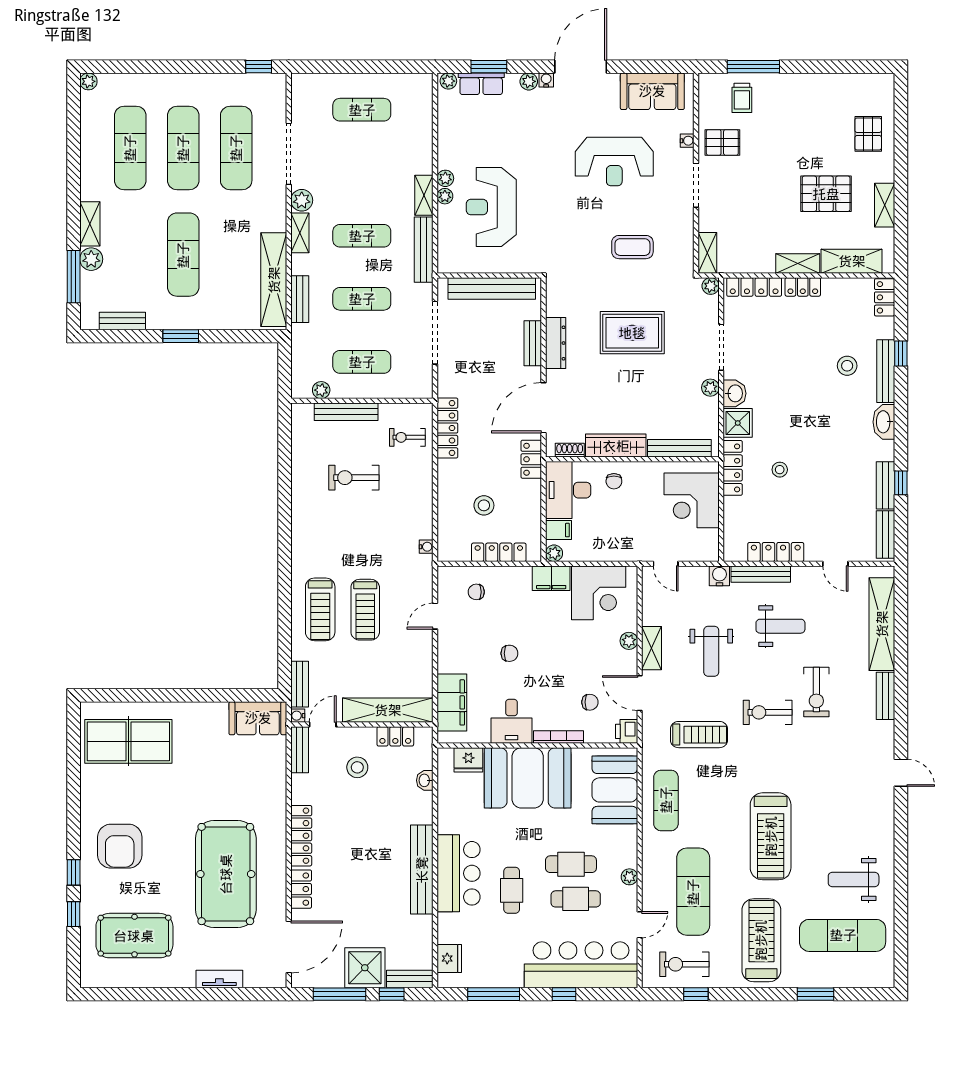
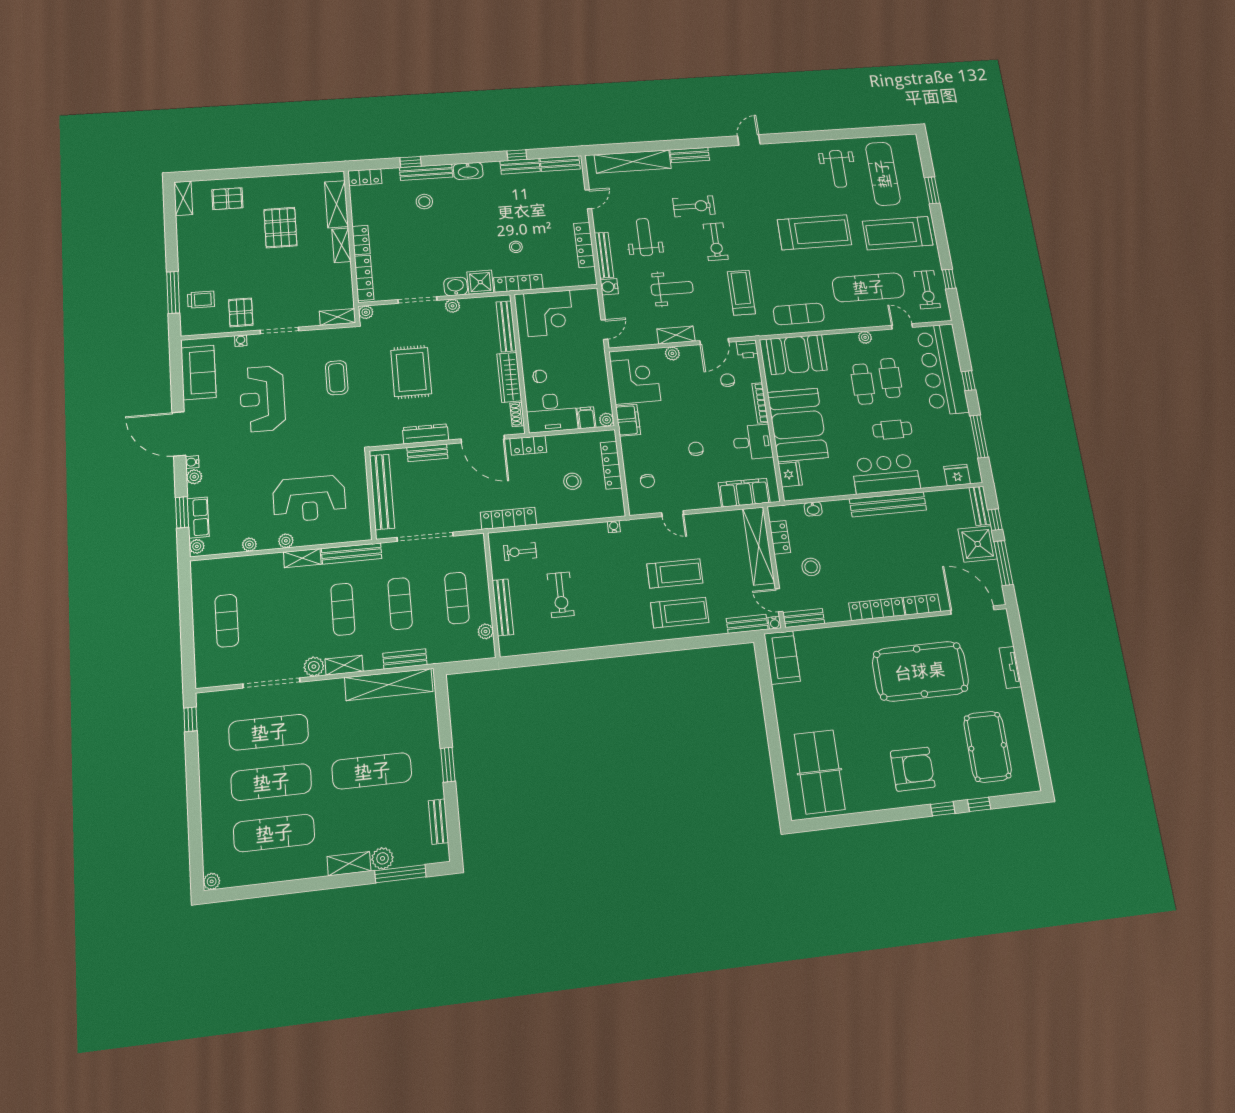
reception desk: (614, 161) -> (262, 399), turned 180
plant: (445, 196) -> (249, 545), moved
shelving: (885, 205) -> (183, 198), moved, turned 90
exercise bike: (407, 437) -> (520, 552), turned 90

